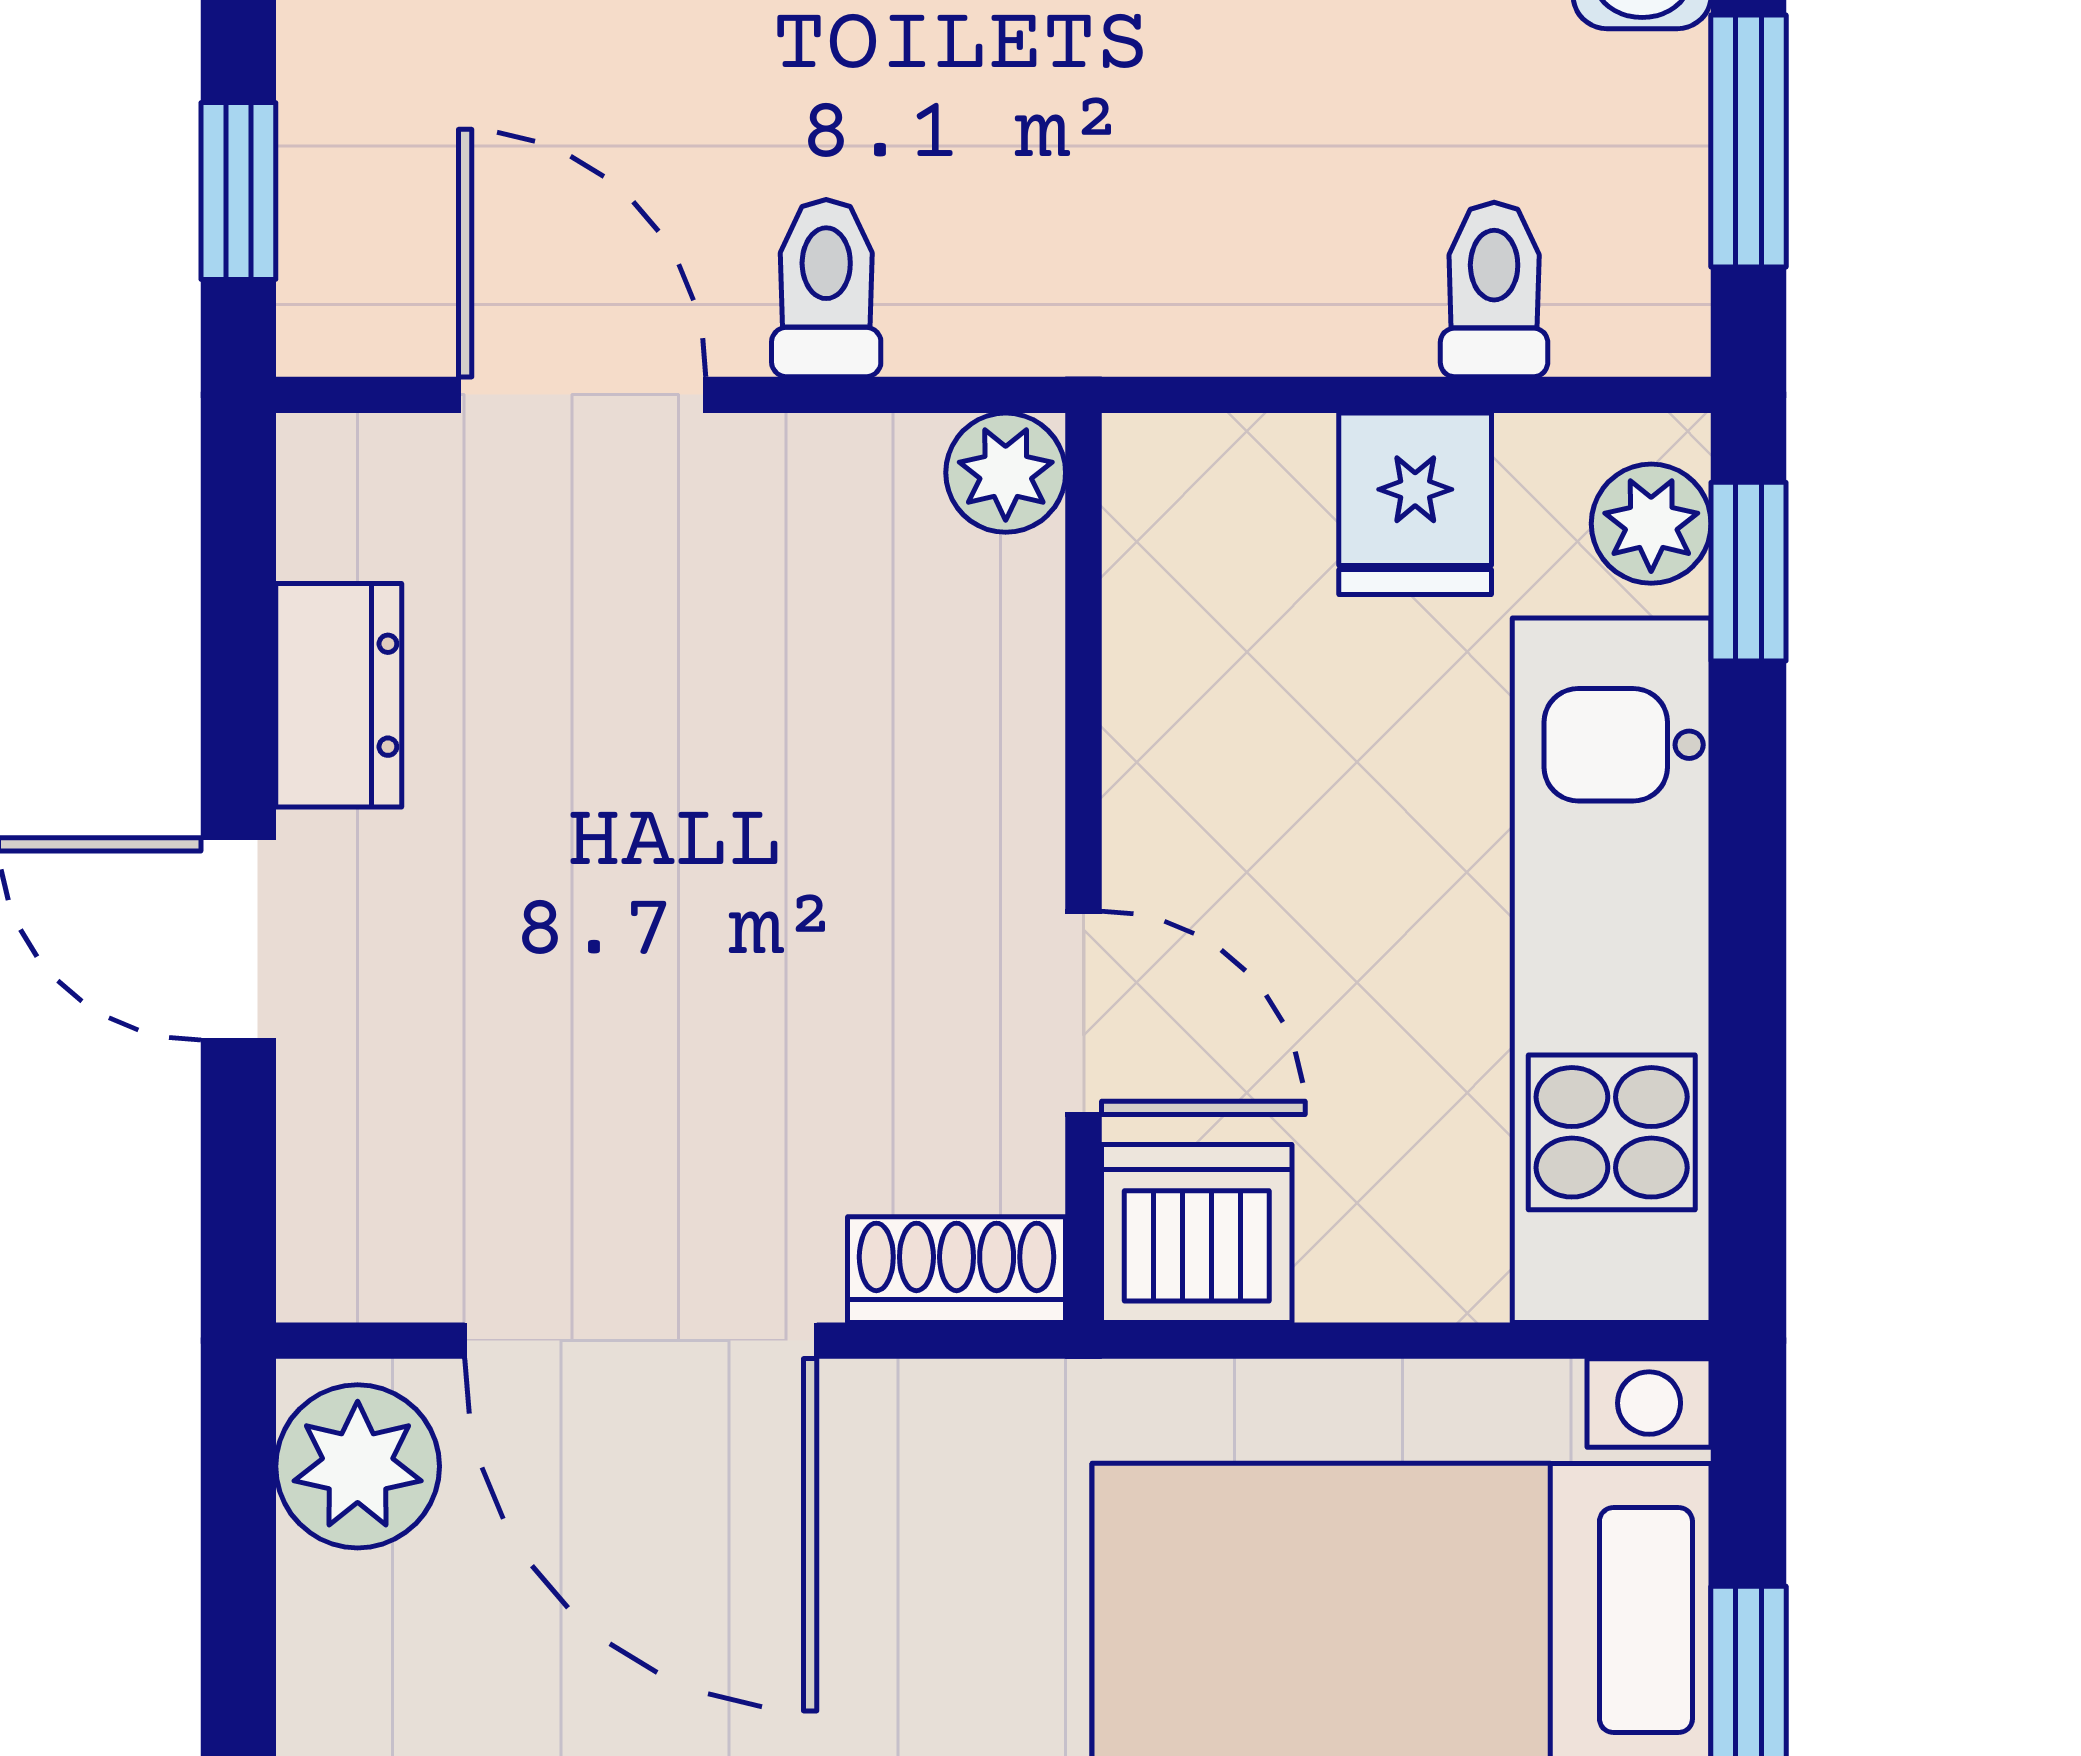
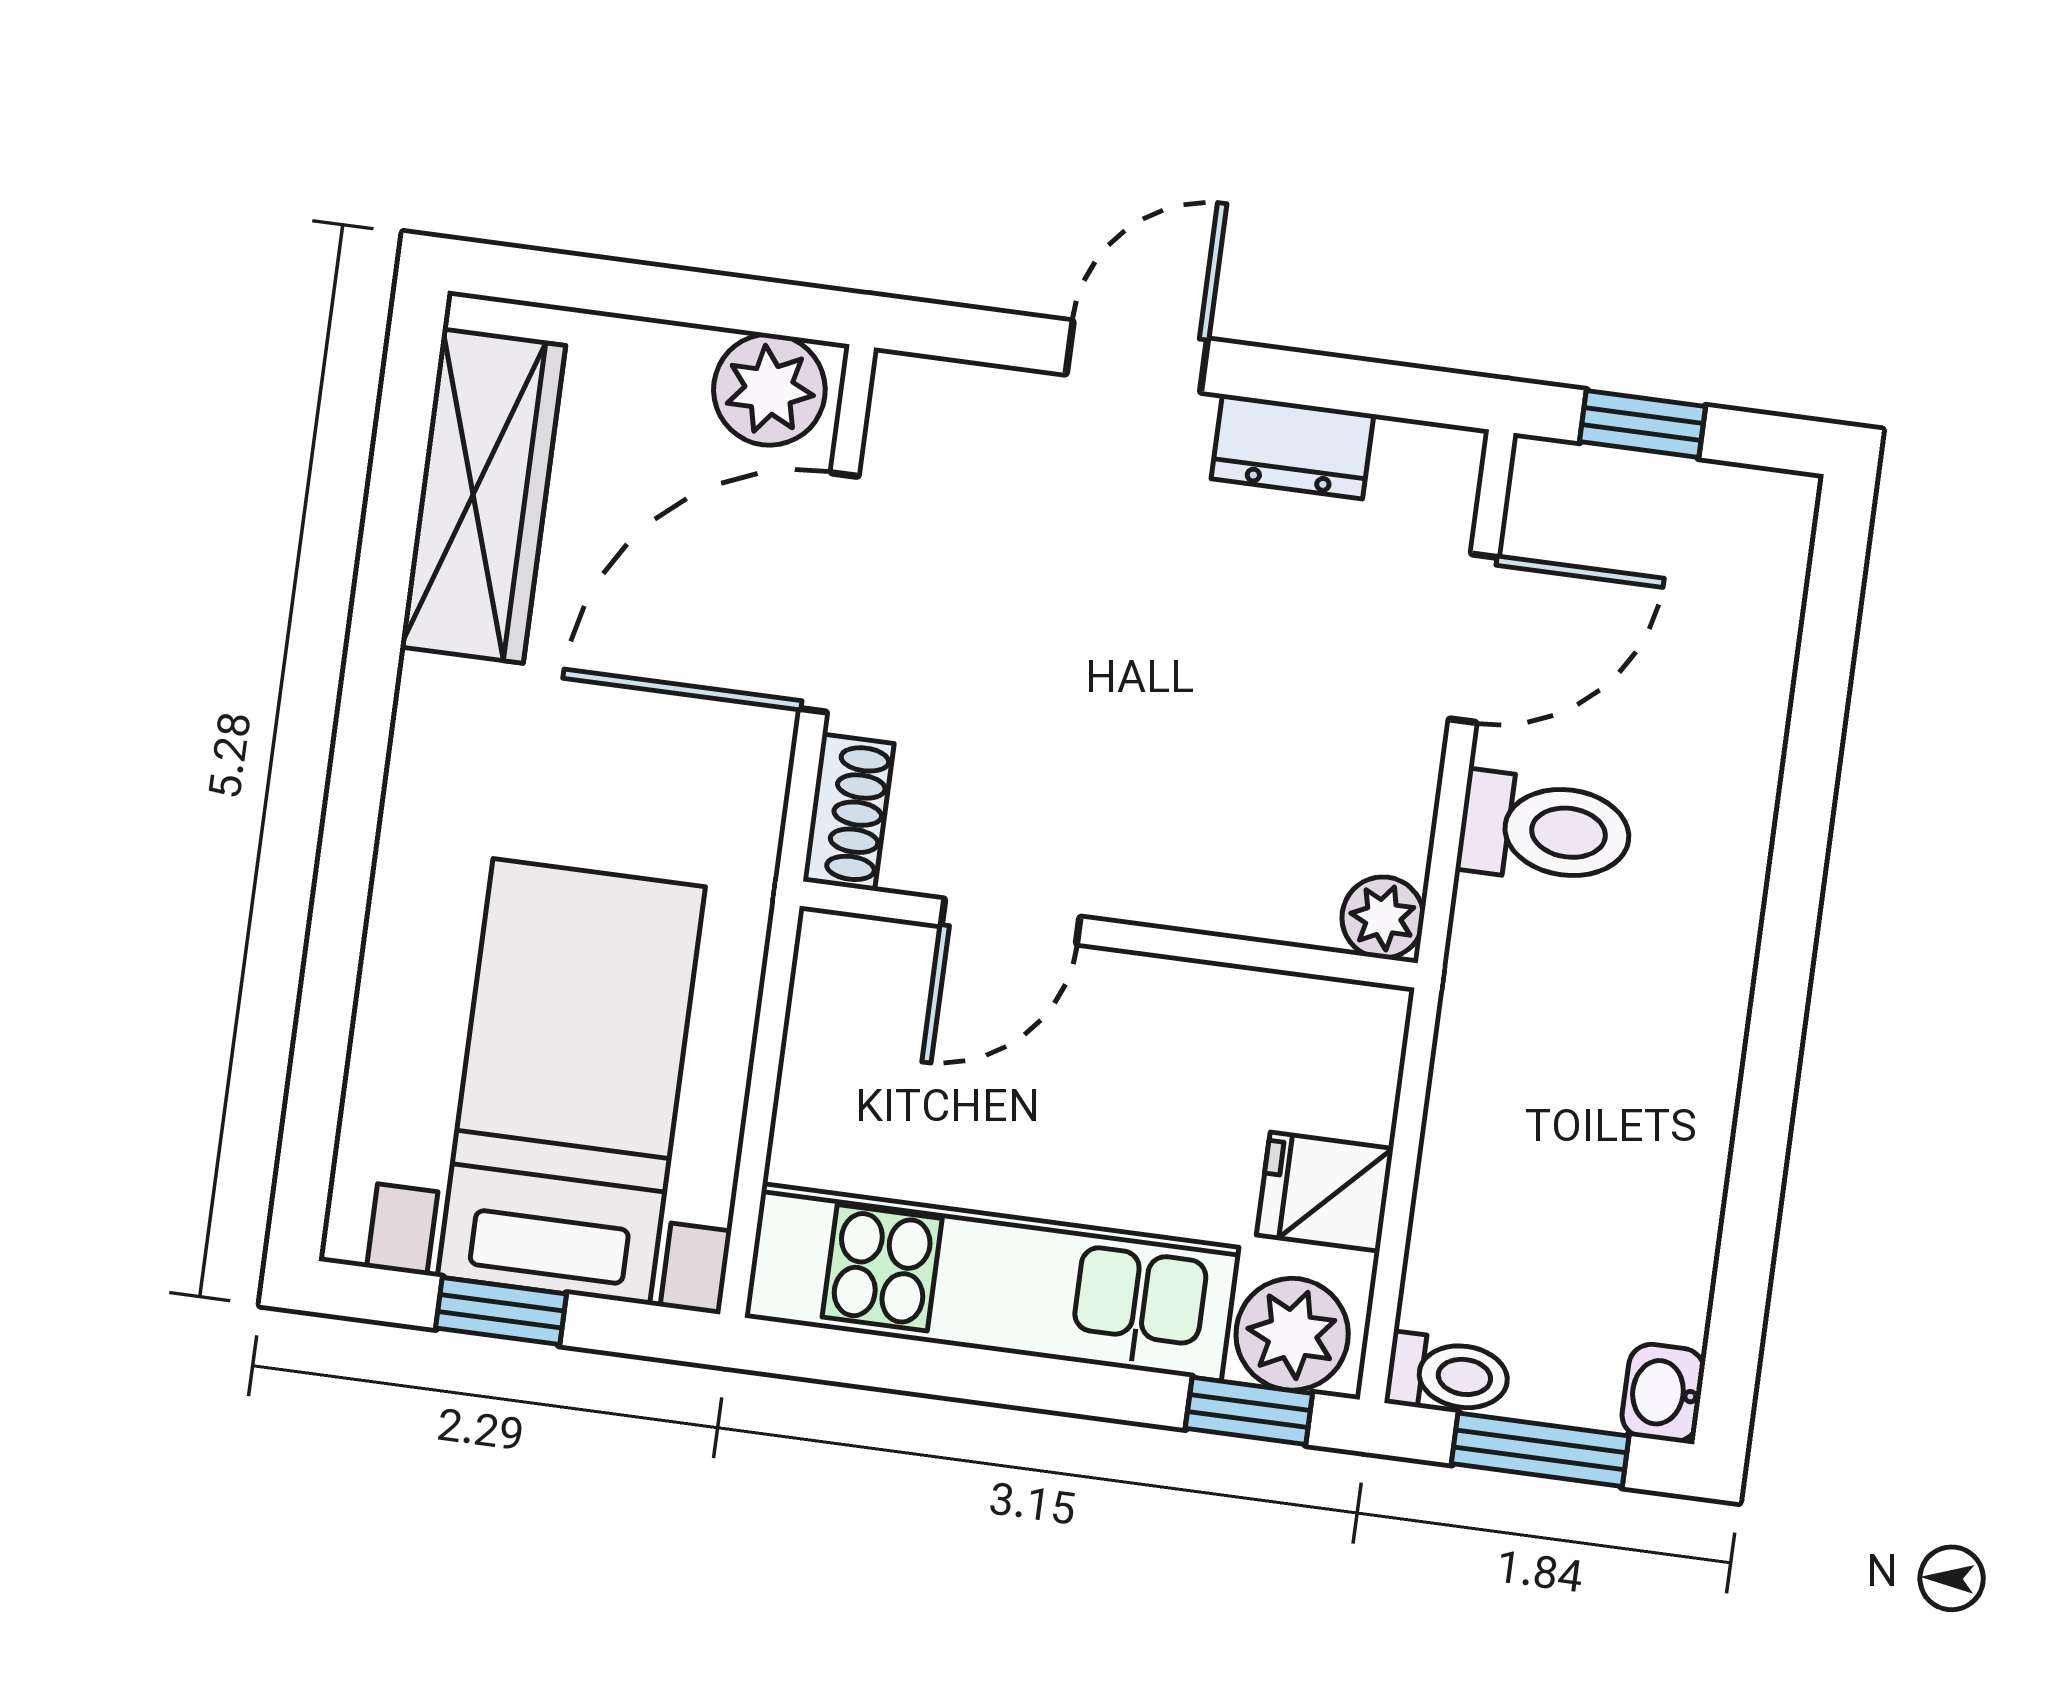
toilet: (826, 288) -> (1545, 830), width x1.37, depth x1.39
toilet: (1494, 290) -> (1448, 1375), moved
plant: (1651, 524) -> (1292, 1334), width x1.38, depth x1.38
dishwasher: (1197, 1233) -> (851, 978), removed

